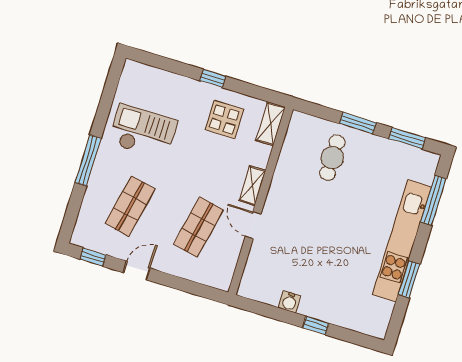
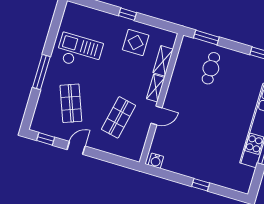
window: (358, 123) -> (206, 38), moved
shelving: (270, 124) -> (163, 61), moved
shop shelf: (130, 206) -> (71, 103), turned -33
door: (253, 225) -> (156, 116), swing flipped
water cooler: (289, 302) -> (156, 161), moved

